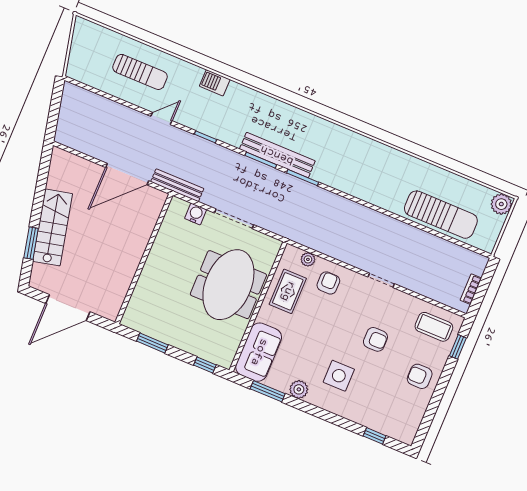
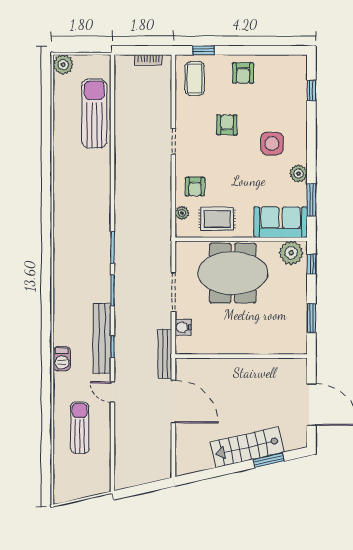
bench: (277, 155) -> (102, 338), moved
armchair: (328, 283) -> (195, 187), turned -90
plant: (224, 350) -> (291, 253), added

